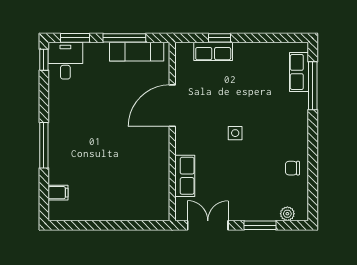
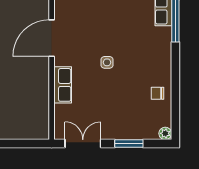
row of seats: (185, 176) -> (63, 85), moved
plant: (287, 214) -> (165, 133), moved

